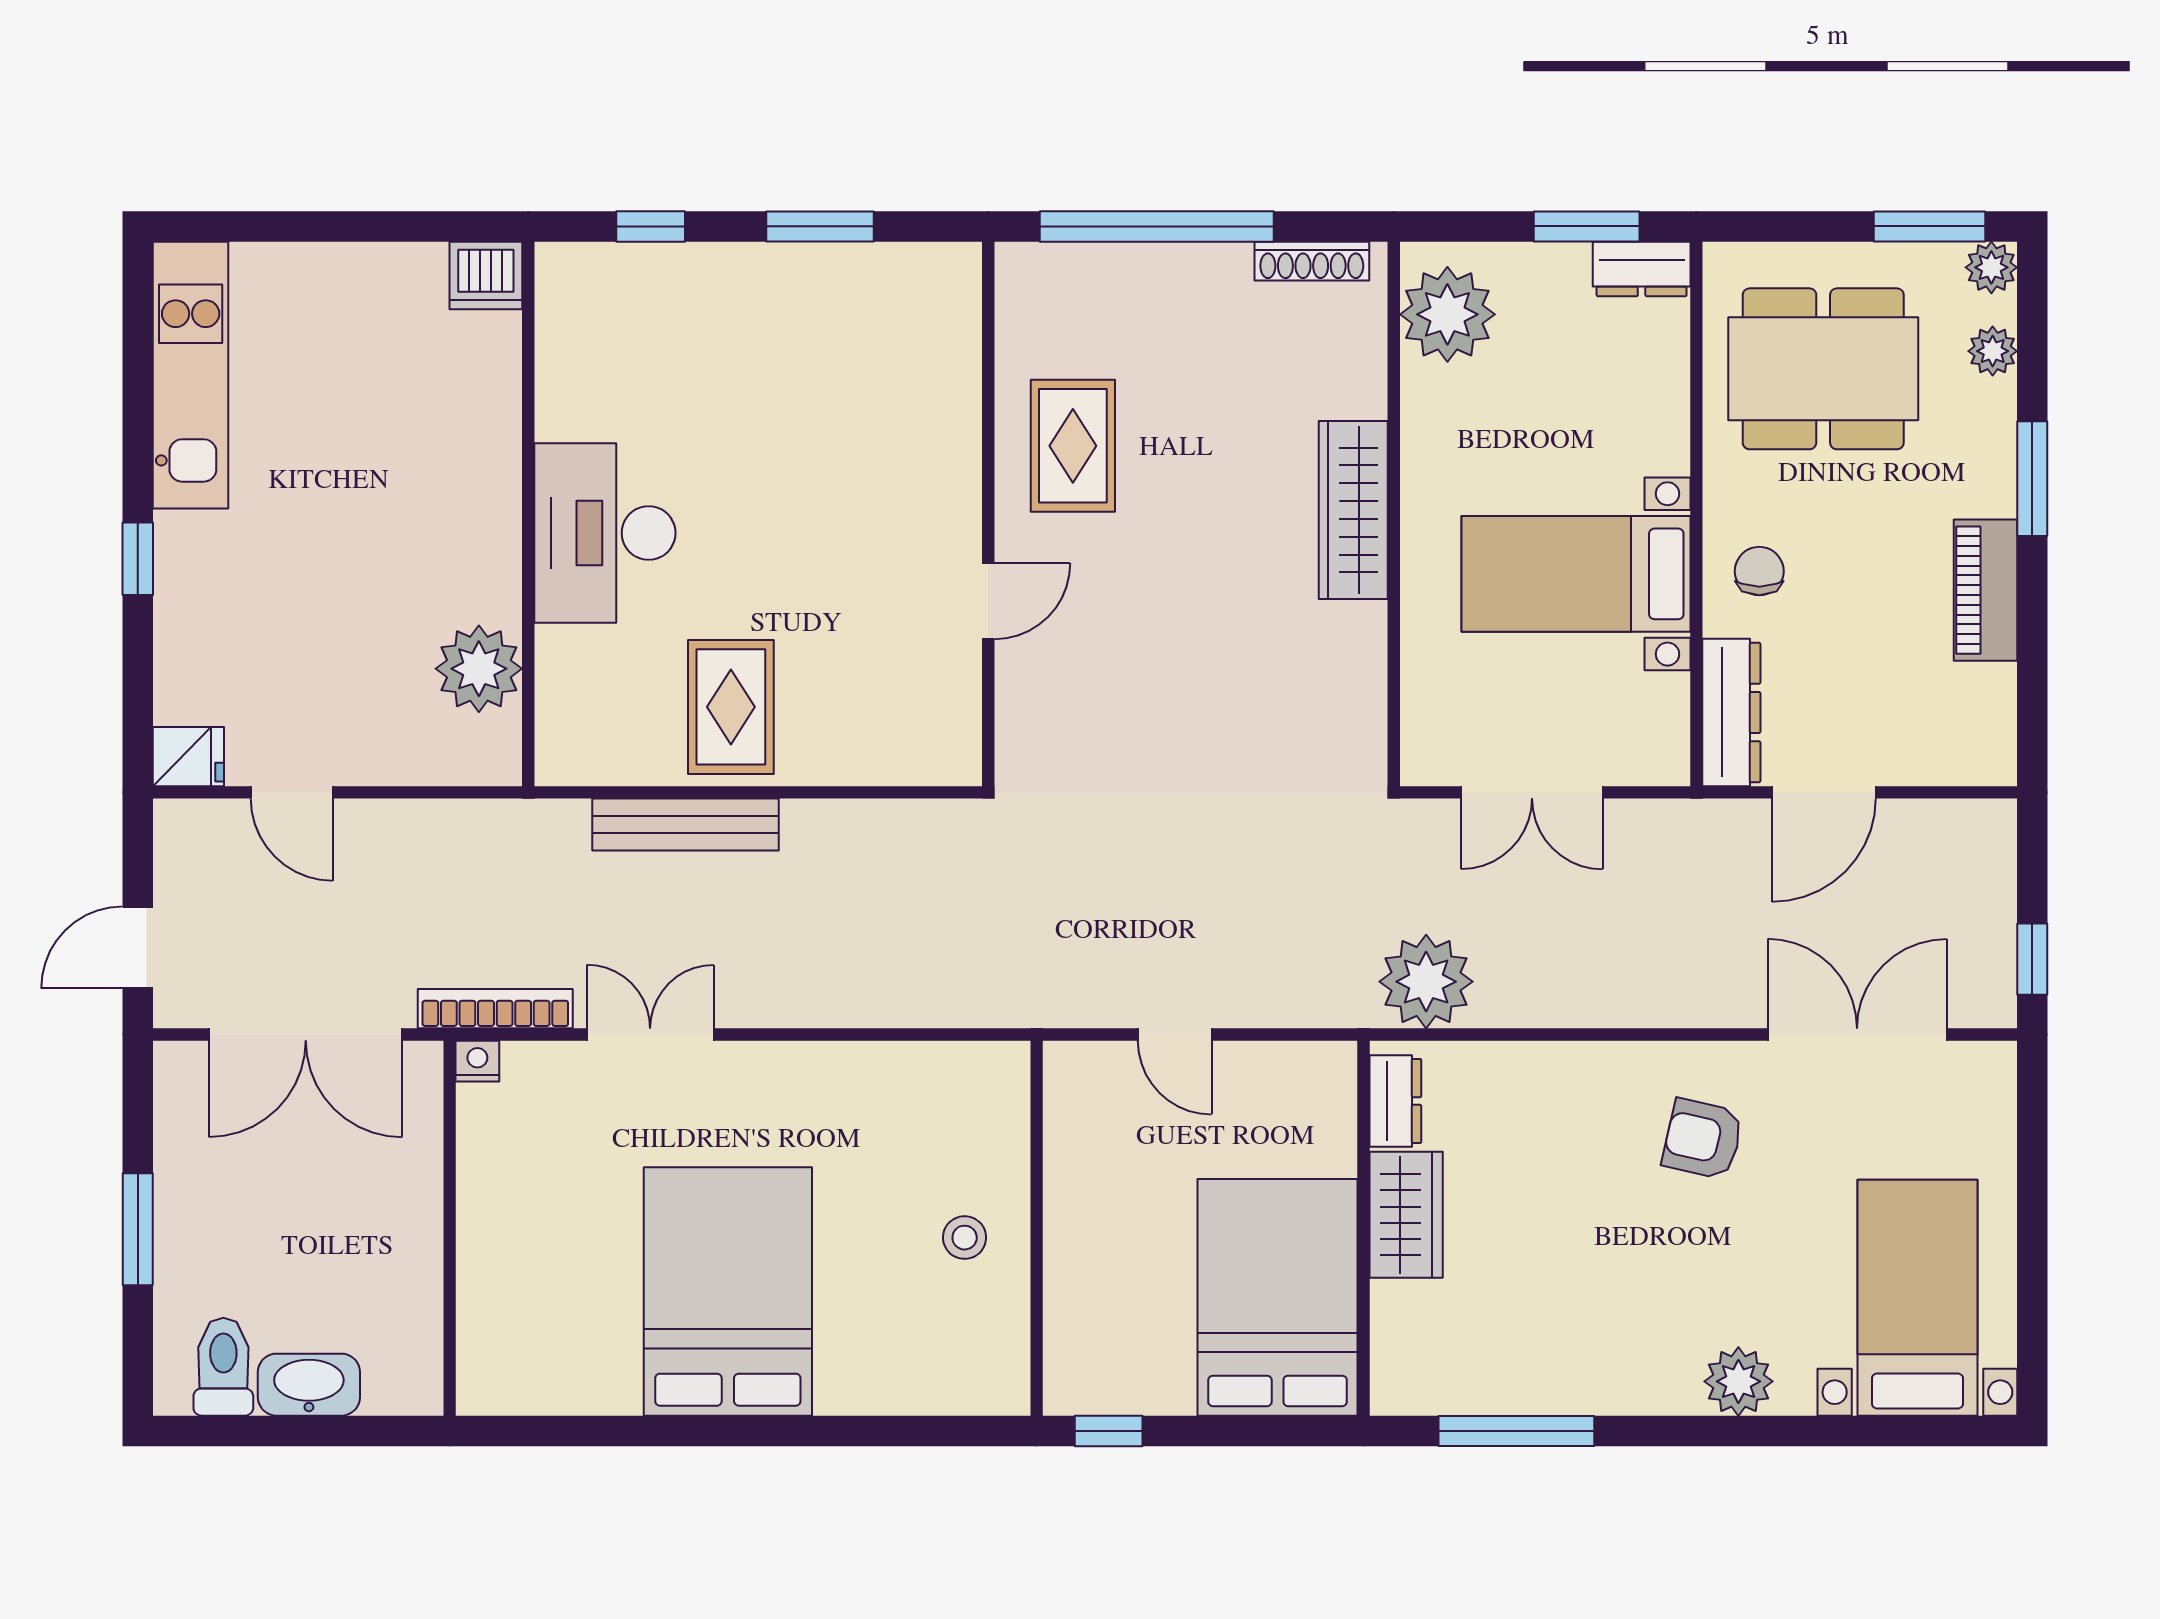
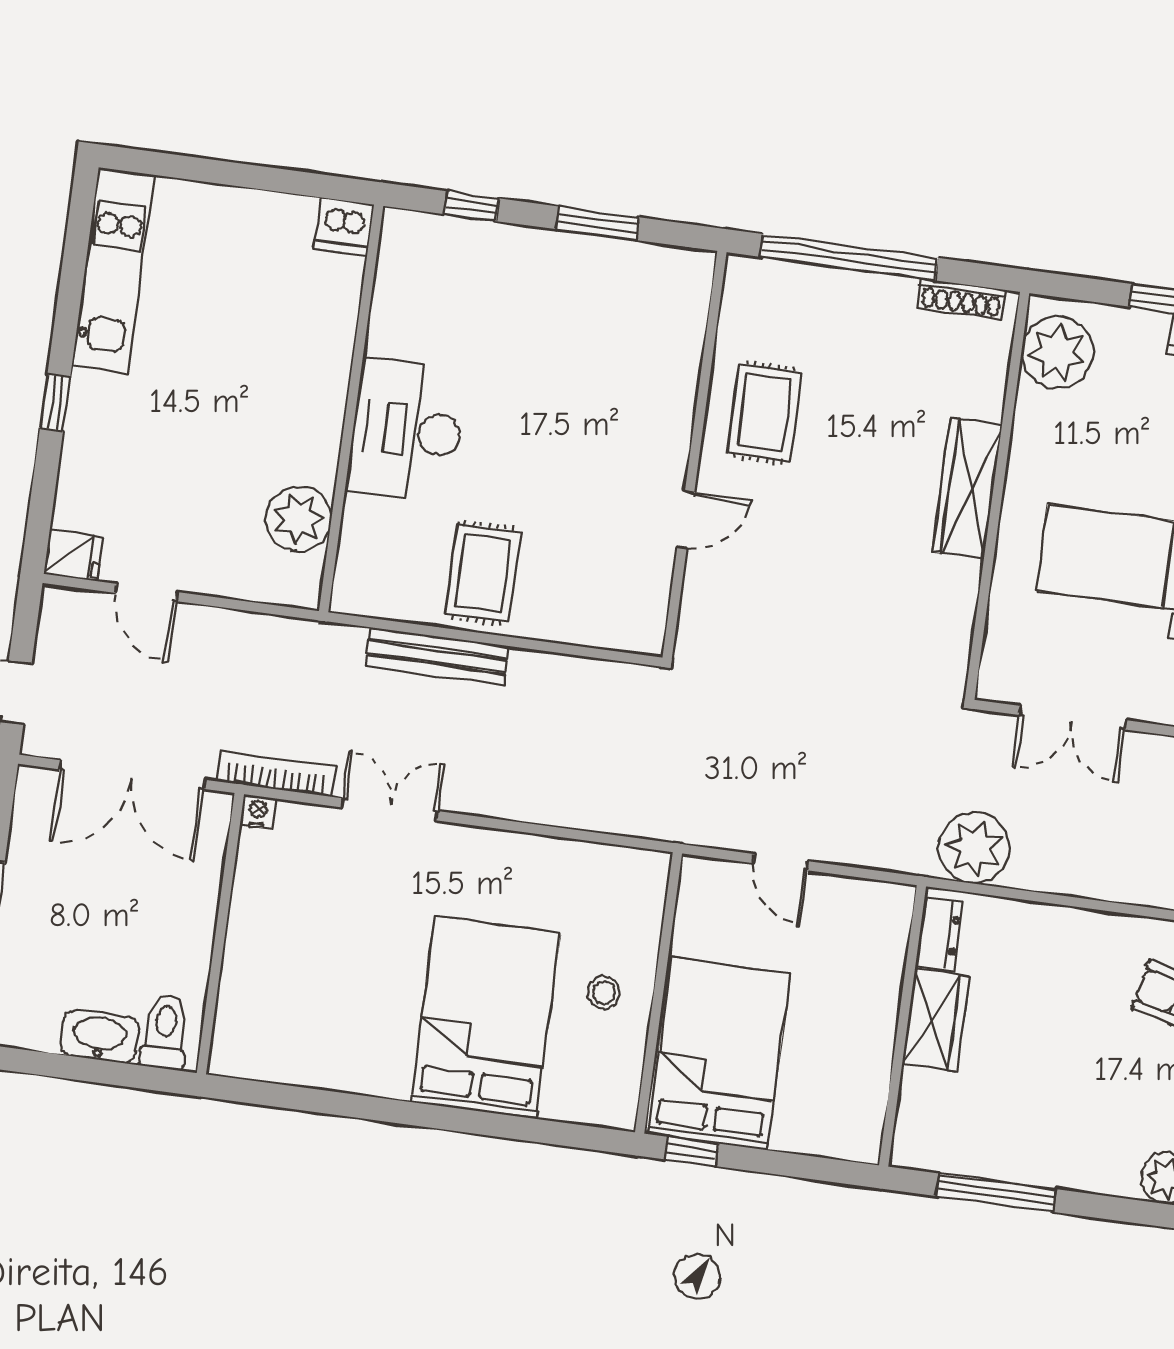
bed: (728, 1291) -> (485, 1018), moved
bed: (1278, 1297) -> (719, 1054), moved
toilet: (223, 1367) -> (165, 1032), moved

